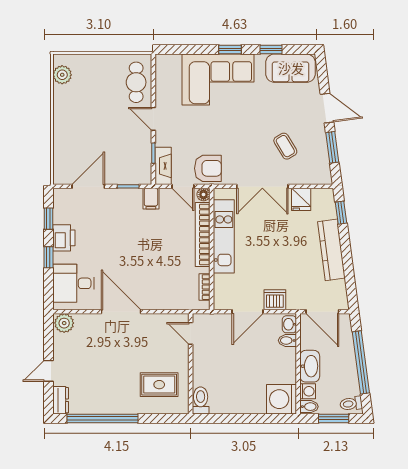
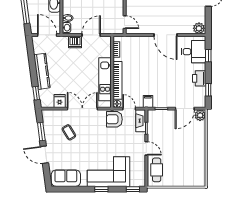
window: (271, 49) -> (133, 189), moved
plant: (62, 75) -> (200, 115), moved
window: (48, 257) -> (208, 56), moved

